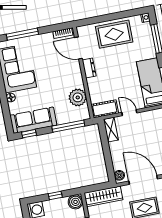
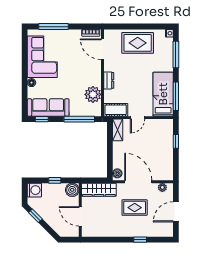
dresser: (89, 68) -> (109, 80), moved
door: (129, 113) -> (138, 118), swing flipped

